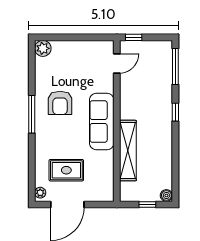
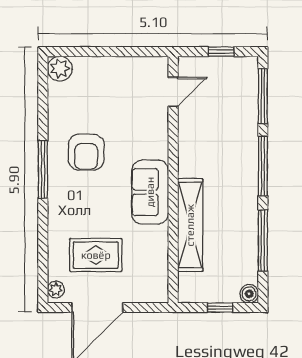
window: (134, 37) -> (221, 52), moved
window: (175, 112) -> (263, 166), width x2.17
sofa: (102, 122) -> (150, 192), width x0.73
window: (175, 161) -> (263, 240), added

